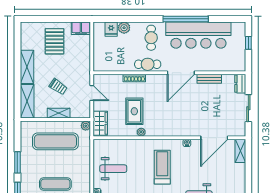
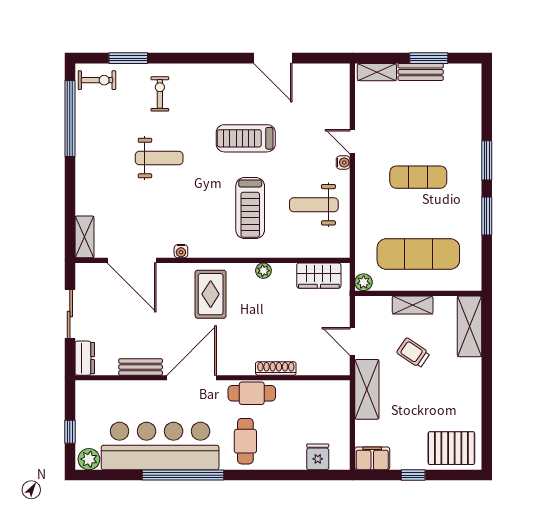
window: (58, 19) -> (413, 475), added
plant: (124, 28) -> (89, 459), moved
pallet: (55, 41) -> (451, 448), moved, turned 90
shelving: (27, 67) -> (367, 389), moved
rug: (134, 111) -> (211, 294), moved
wardrobe: (100, 123) -> (319, 276), moved, turned -90
door: (214, 138) -> (132, 260), swing flipped
treadmill: (162, 167) -> (250, 208), moved

